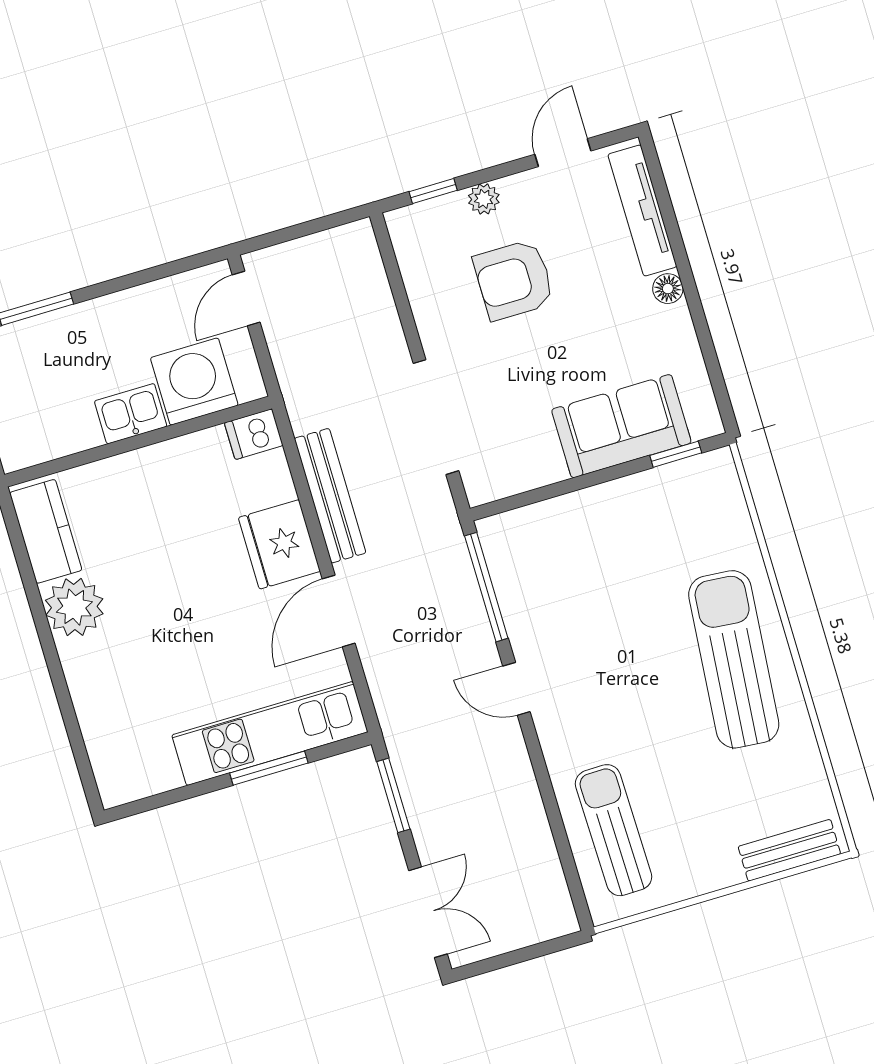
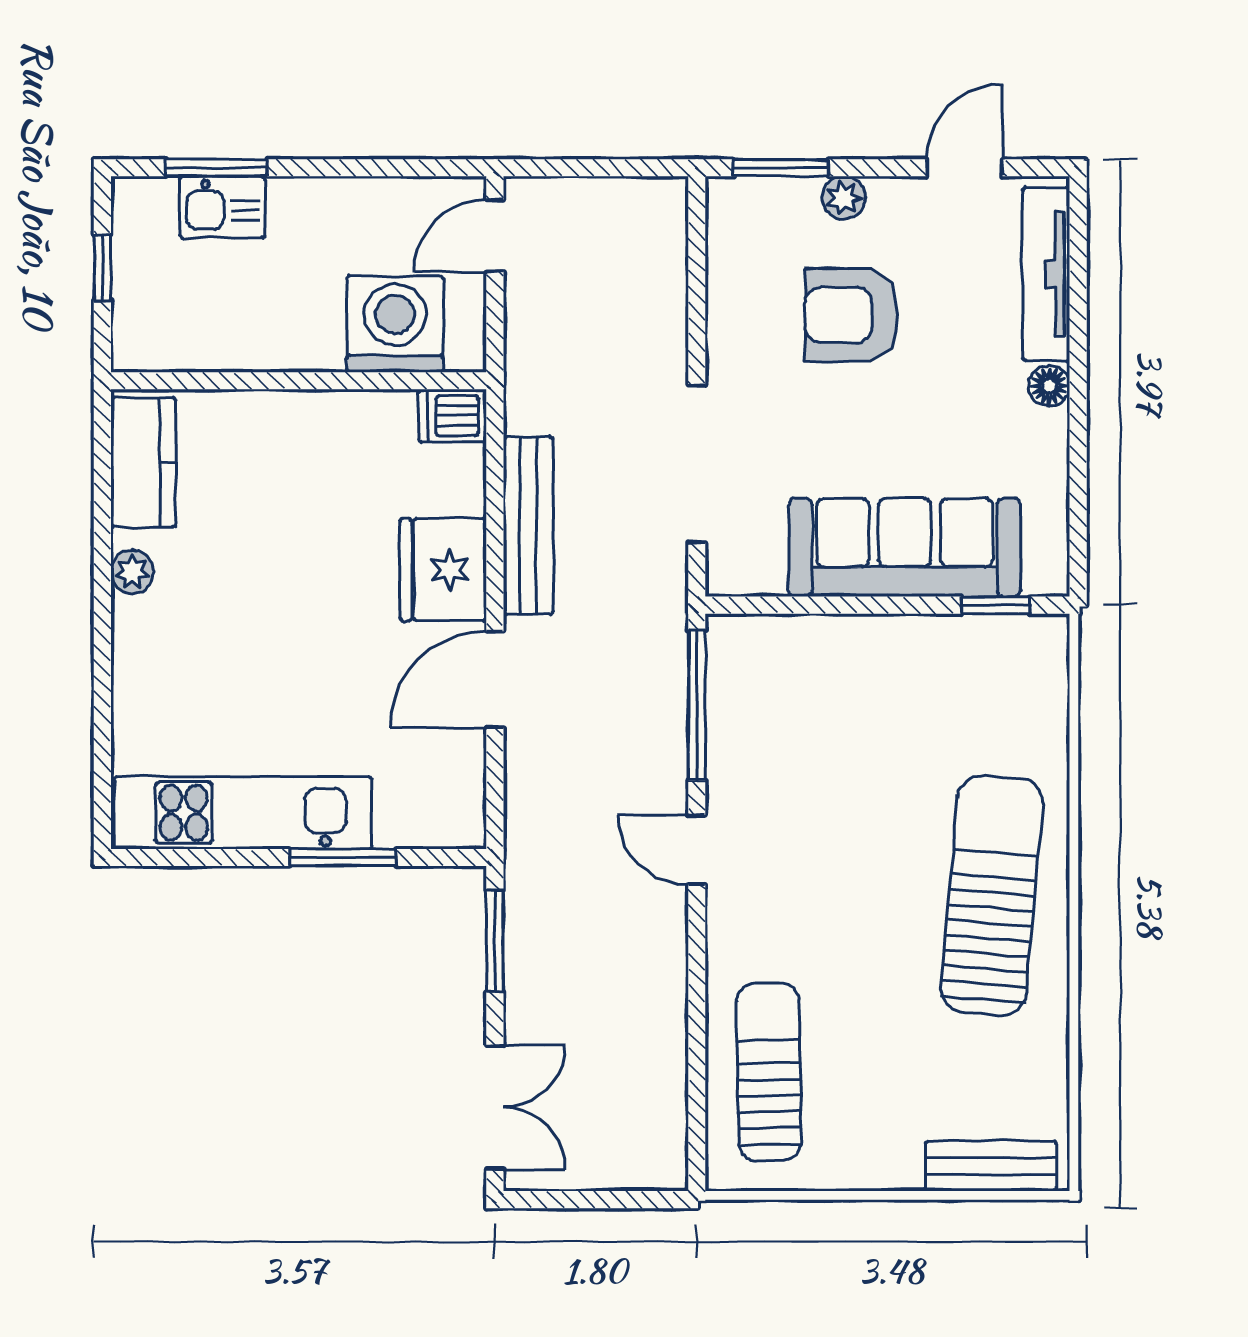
window: (433, 191) -> (781, 168), width x1.50
kitchen sink: (131, 414) -> (222, 207), moved, turned 180
sofa: (621, 426) -> (905, 547), width x1.36
plant: (74, 607) -> (132, 572), width x0.53, depth x0.53
kitchen unit: (270, 733) -> (243, 813), moved

